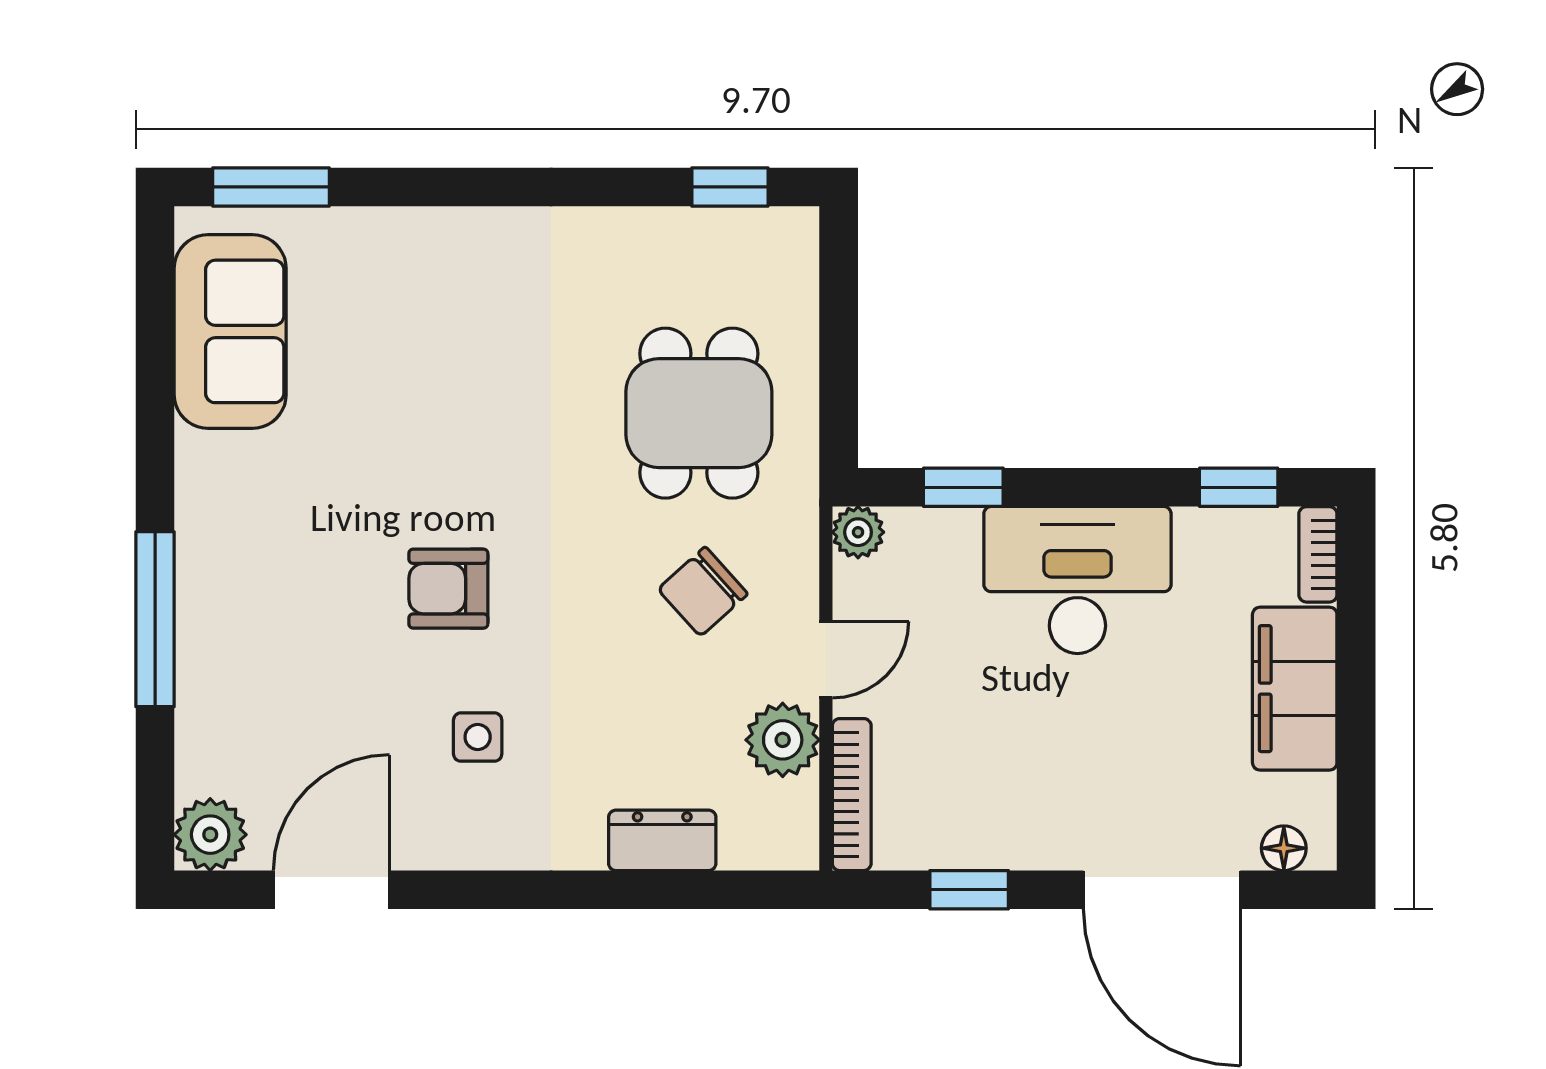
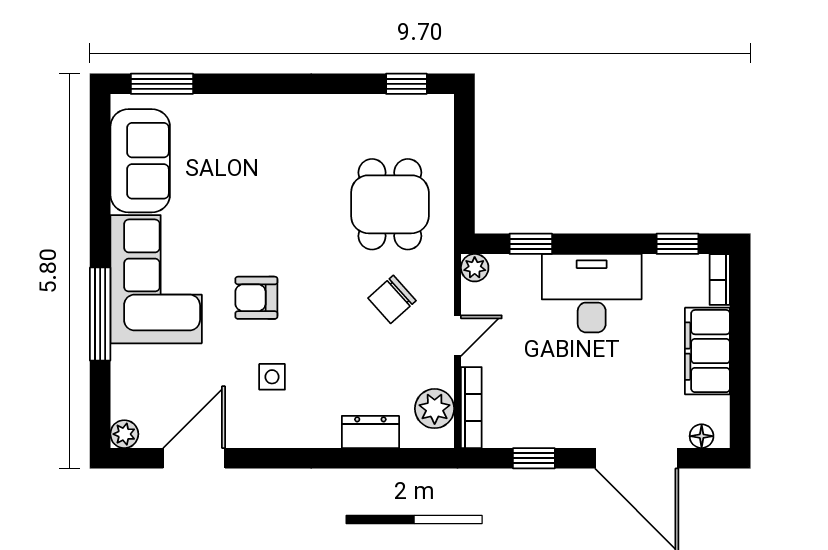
corner sofa: (260, 554) -> (156, 279), added
plant: (783, 740) -> (435, 409), moved
plant: (210, 835) -> (124, 434), width x0.73, depth x0.73

